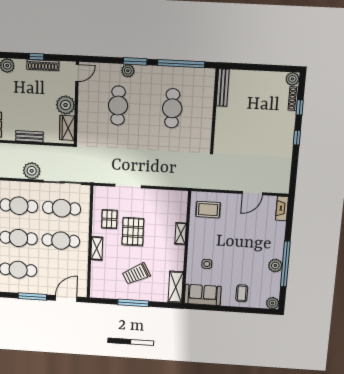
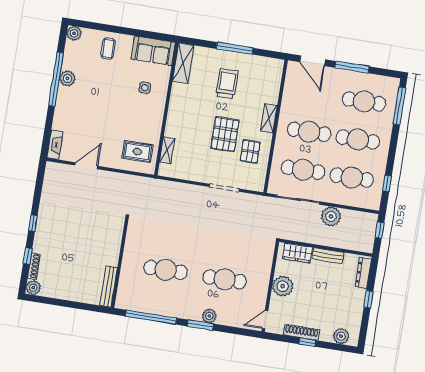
cafe table: (118, 106) -> (225, 279), turned 90
cafe table: (172, 108) -> (166, 270), turned 90
wardrobe: (67, 128) -> (298, 253), moved, turned 90
shelving: (181, 234) -> (167, 150), moved
trolley: (136, 274) -> (227, 83), turned -62
door: (66, 299) -> (313, 61), hinge flipped

